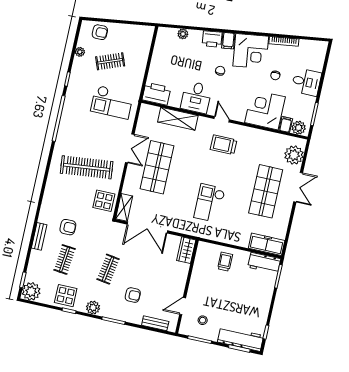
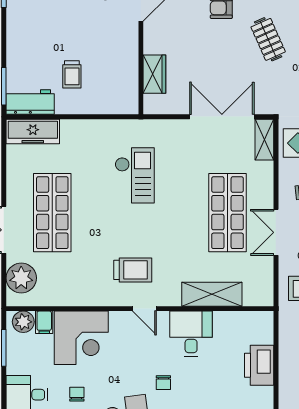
printer: (156, 94) -> (259, 365), moved, turned 90
wardrobe: (186, 250) -> (154, 74), moved
trolley: (225, 262) -> (72, 74), moved
clothes rail: (108, 269) -> (268, 39), turned -33

